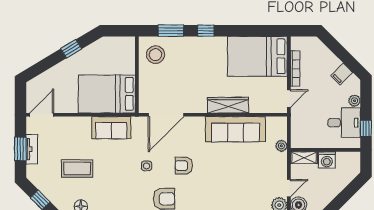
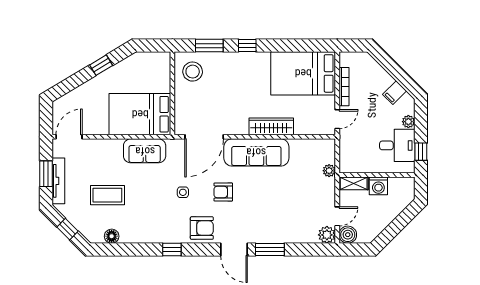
sofa: (235, 129) -> (256, 152), moved
tv unit: (32, 149) -> (58, 181), width x1.41

